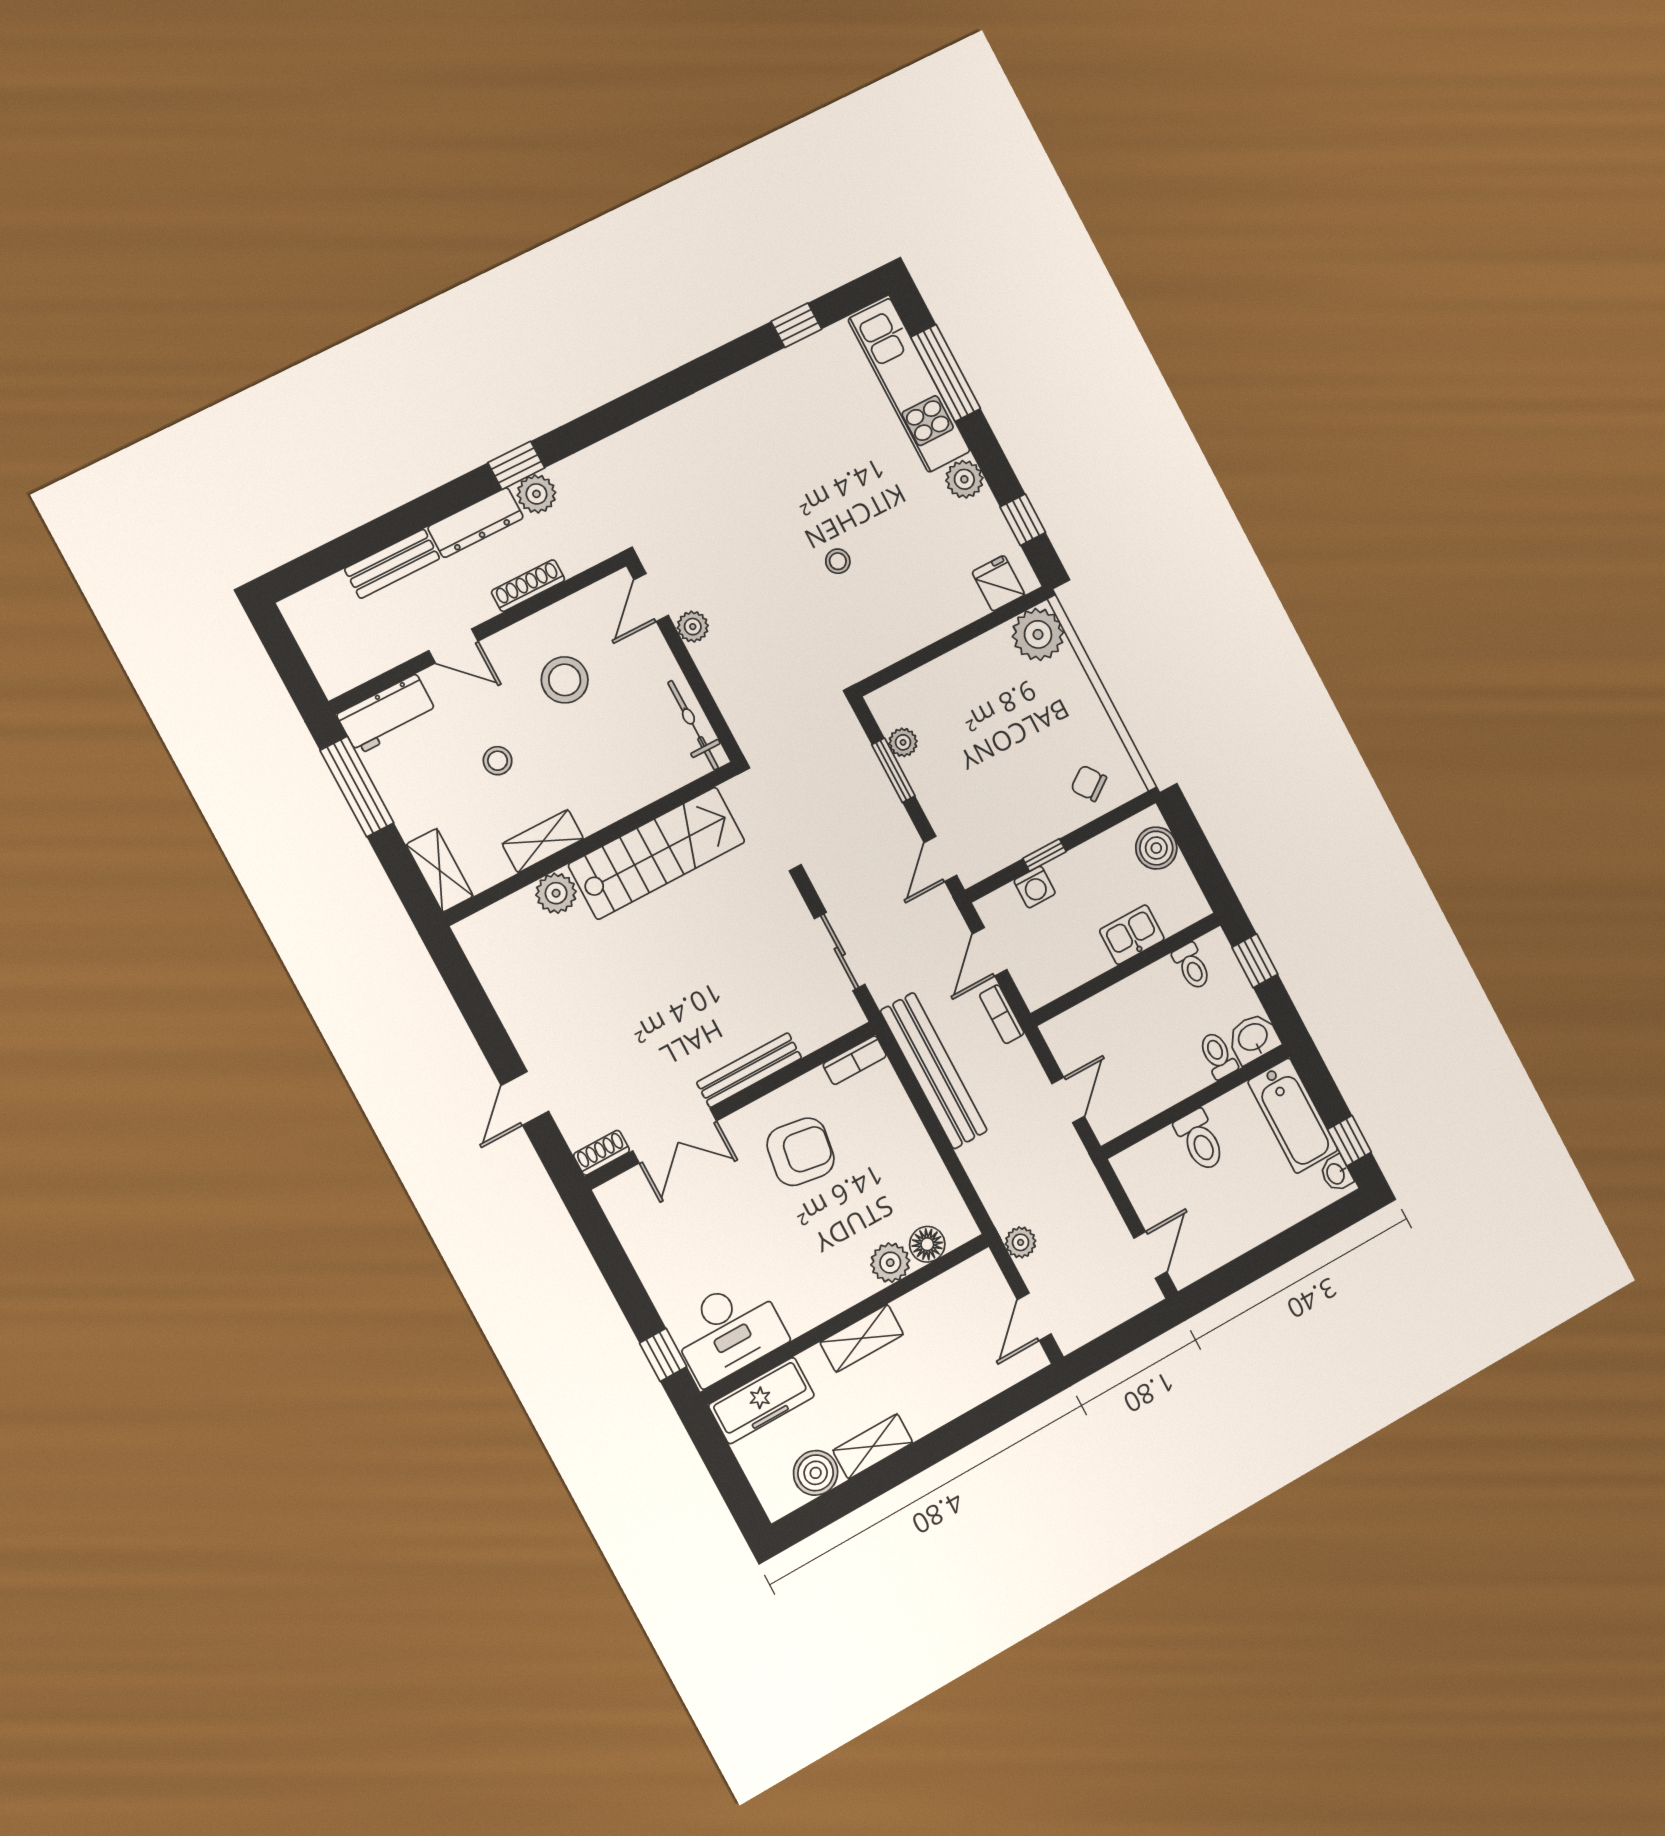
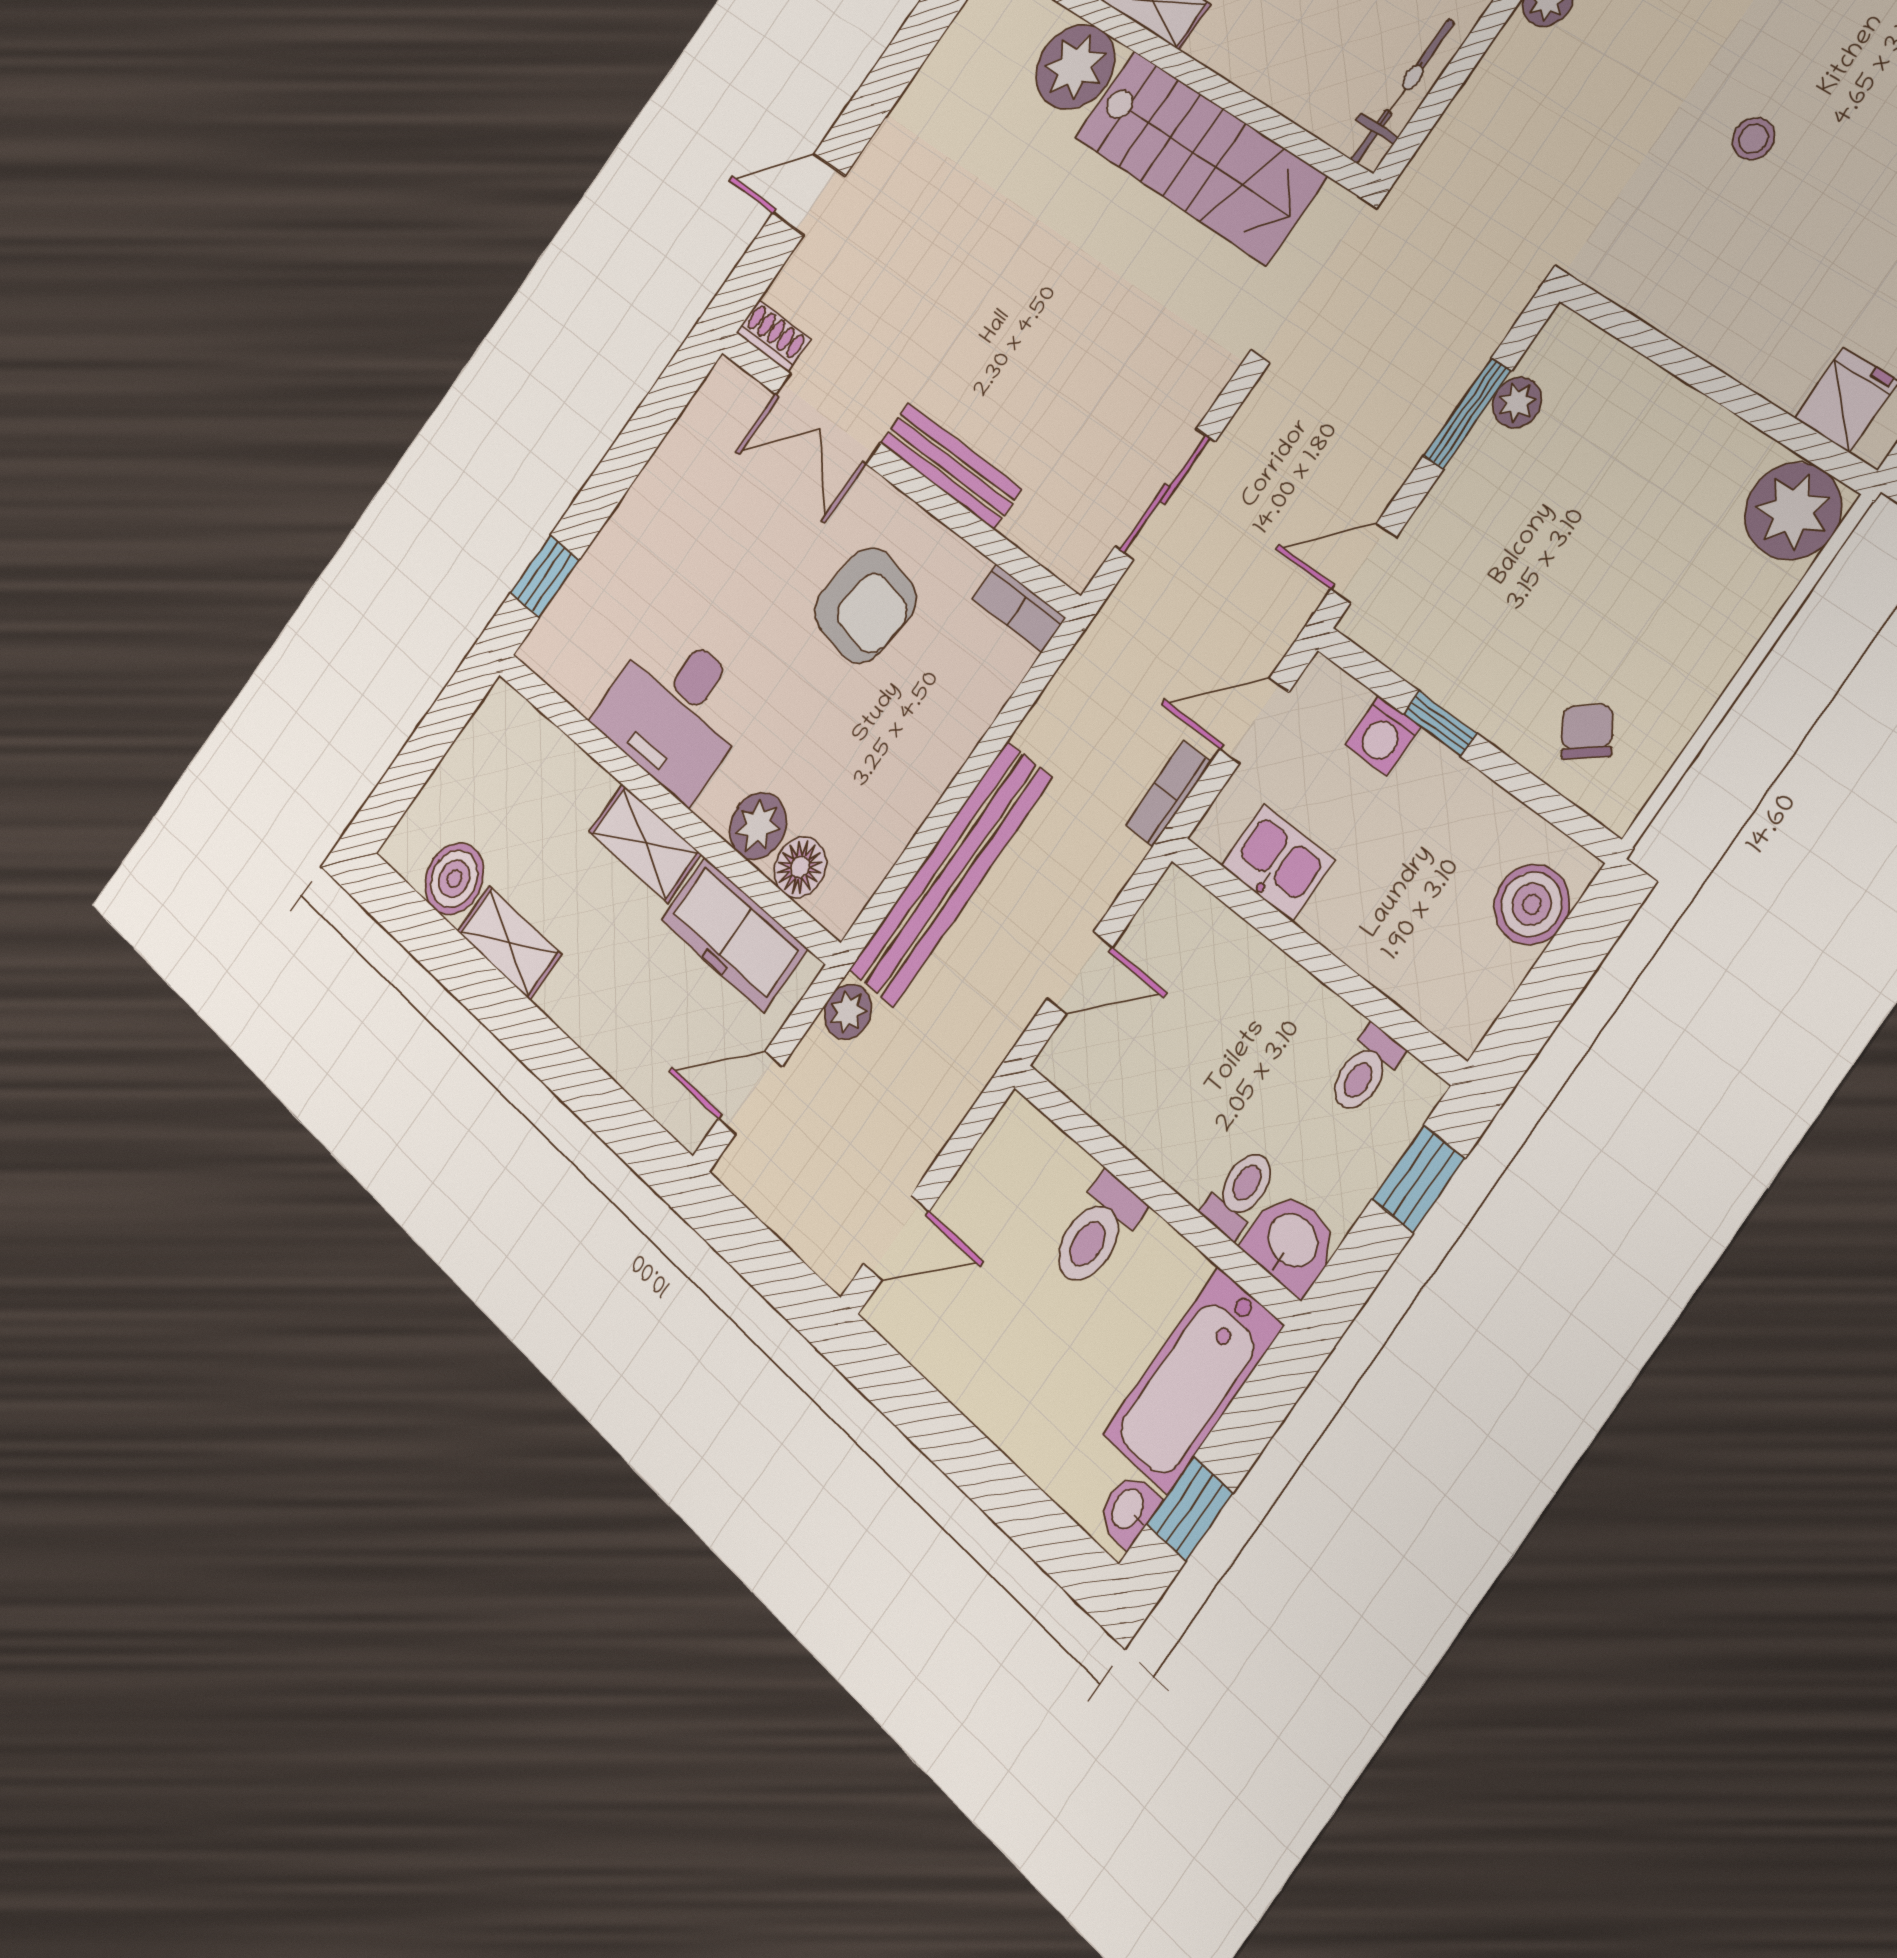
plant: (556, 893) -> (1075, 67), width x1.36, depth x1.36
kitchen sink: (1132, 935) -> (1278, 863), moved
bench: (934, 1071) -> (950, 874), moved
desk: (728, 1331) -> (675, 711), moved
freezer: (761, 1401) -> (734, 934), moved

